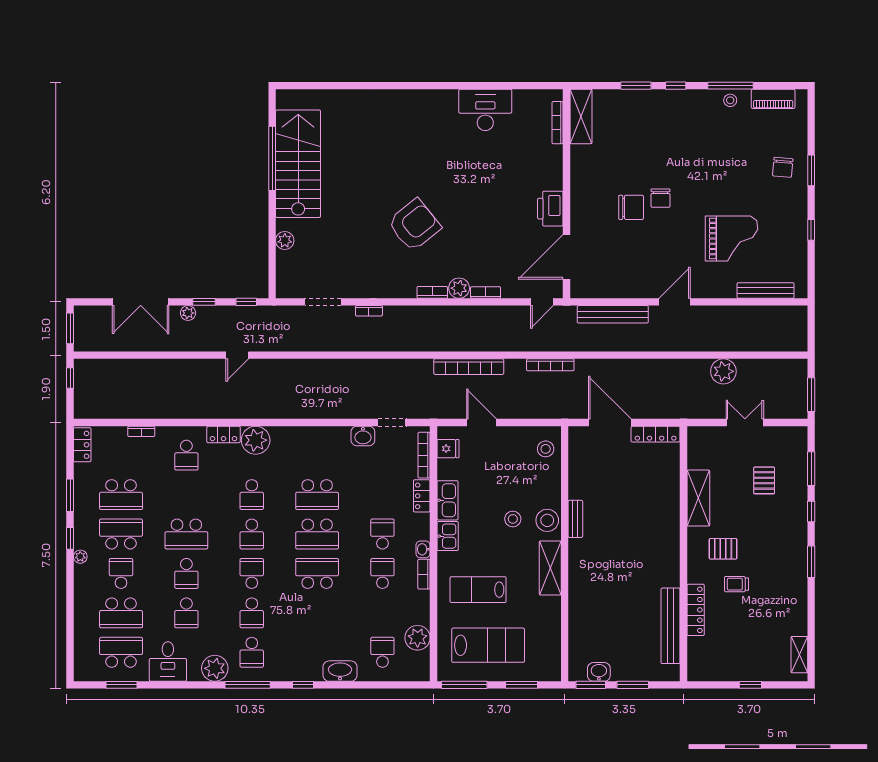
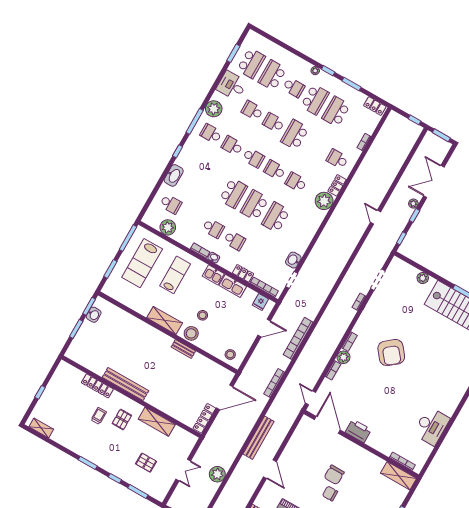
bench: (613, 314) -> (259, 438), moved
bench: (671, 626) -> (126, 384), moved

